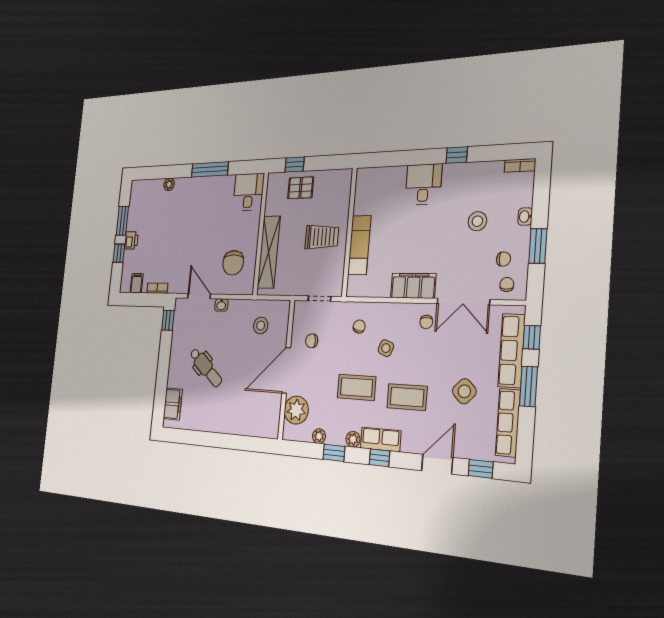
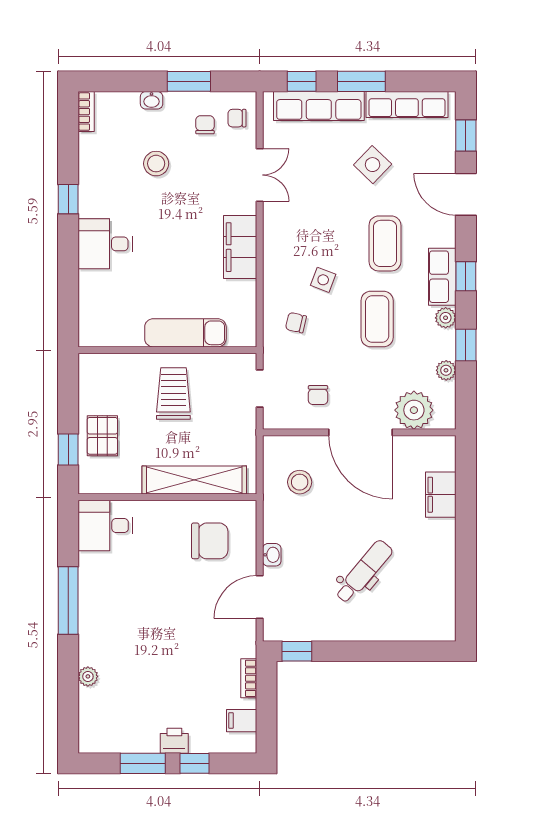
double door: (463, 302) -> (260, 175), width x0.73
chair: (426, 322) -> (287, 224), removed
filing cabinet: (173, 404) -> (441, 495), moved, turned -90

